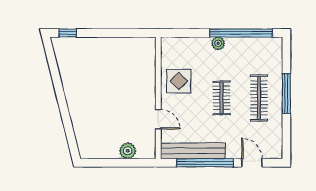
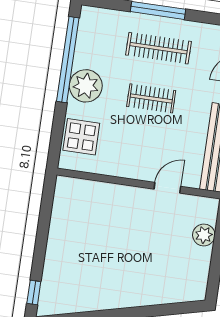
plant: (218, 43) -> (86, 86), width x1.87, depth x1.87
display table: (179, 81) -> (81, 137), moved

